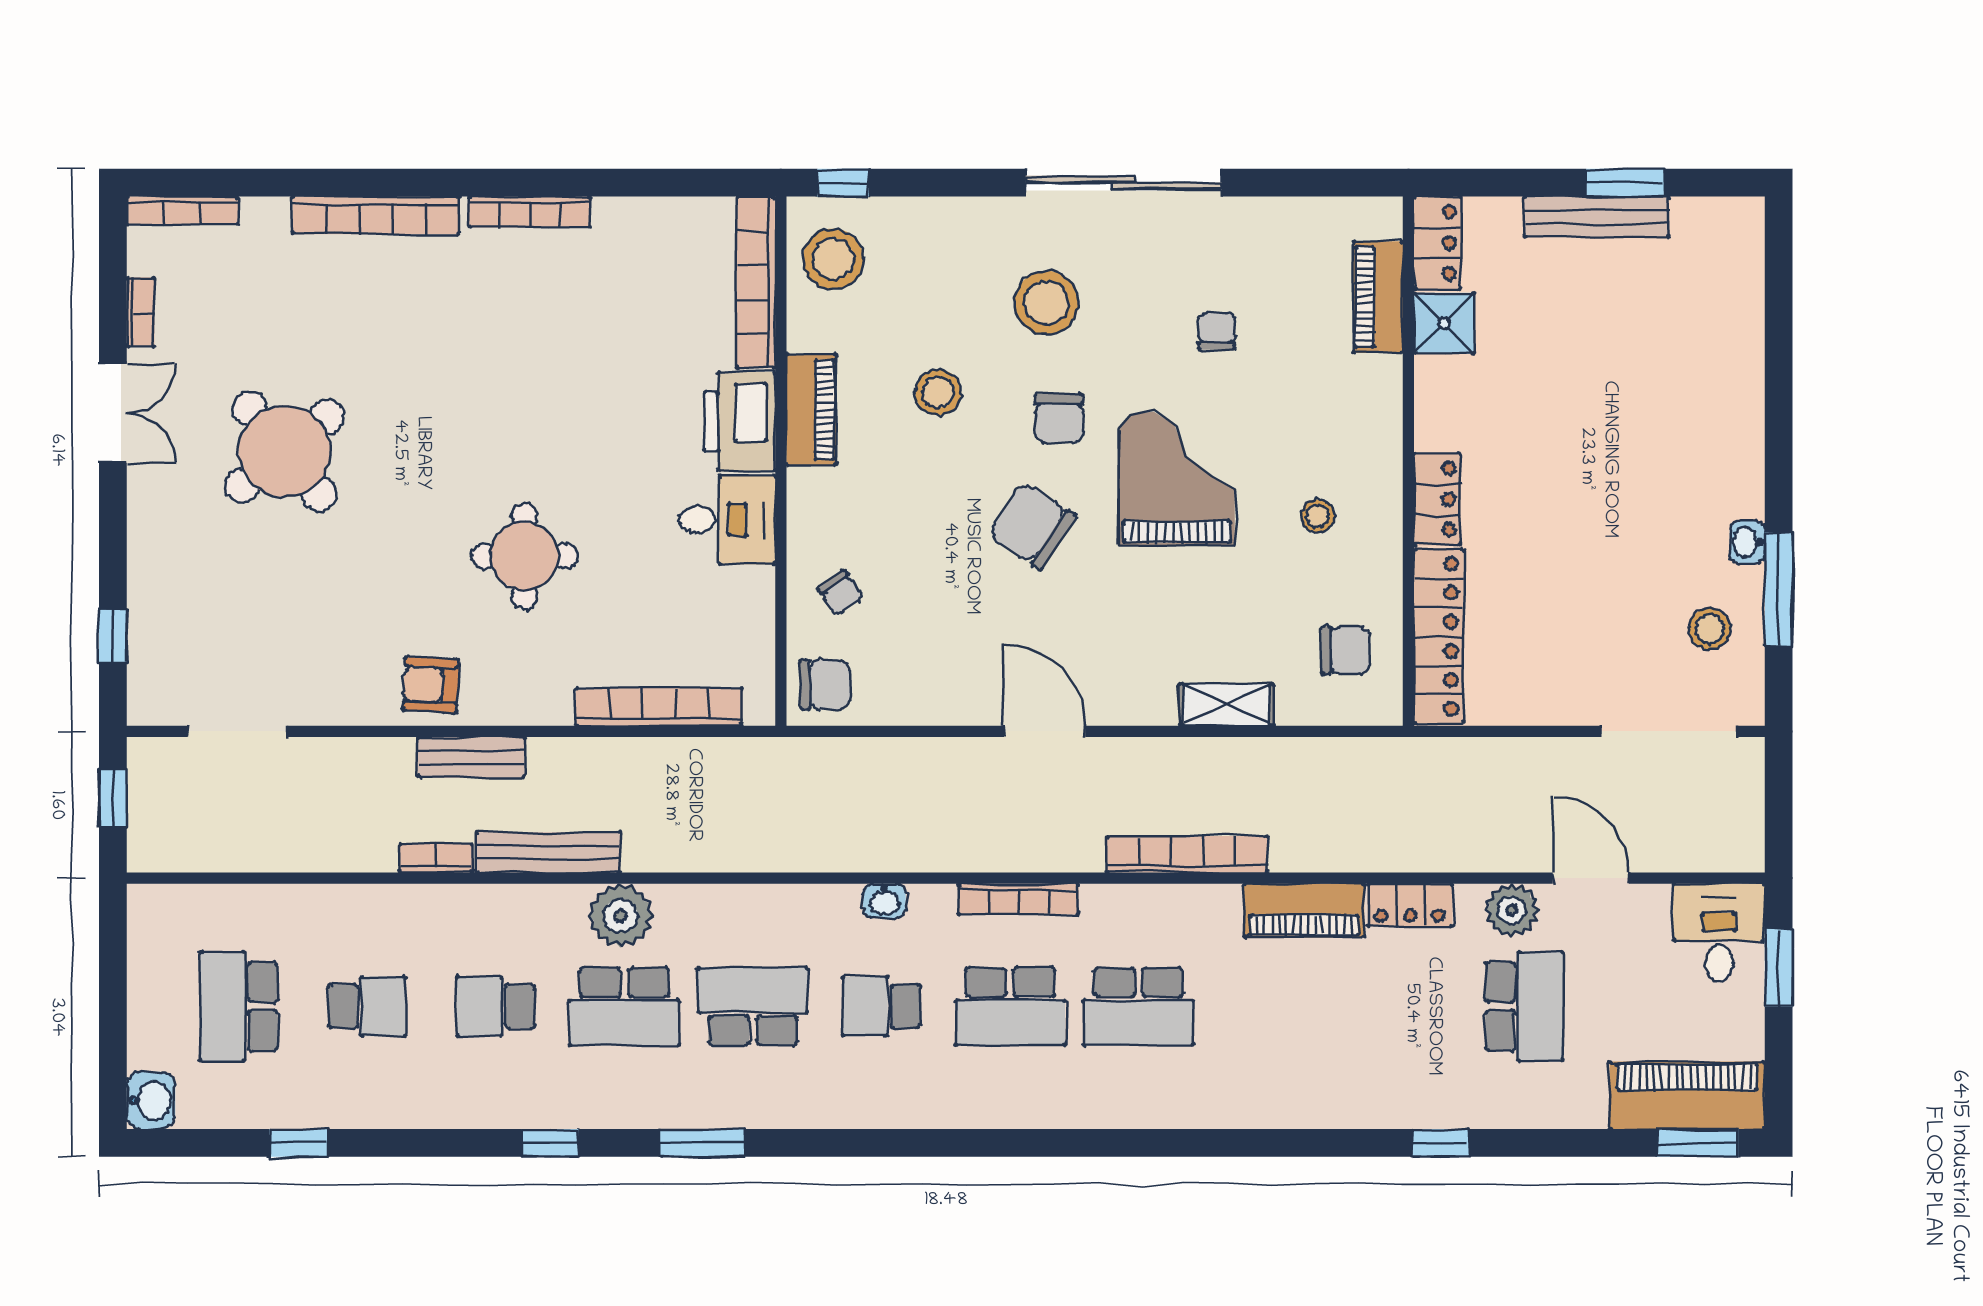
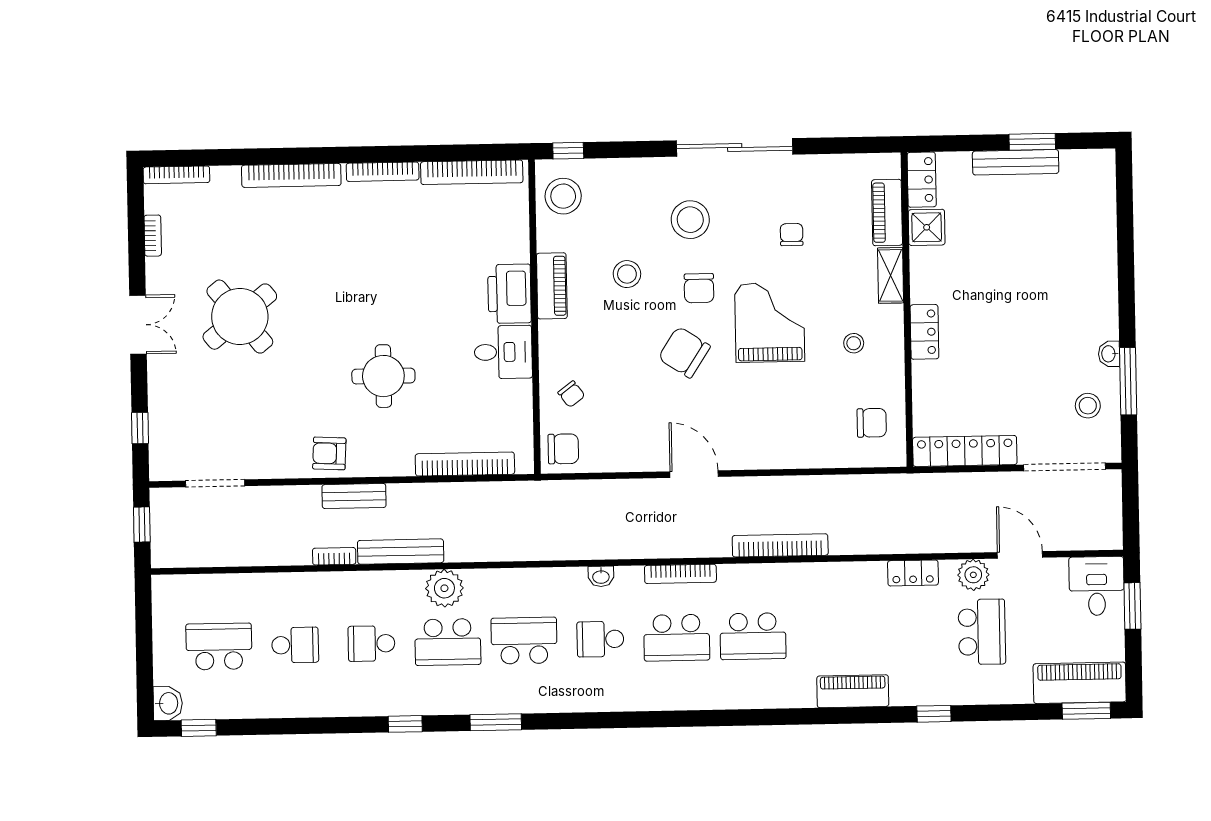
bookcase: (756, 282) -> (472, 172), moved, turned -90
double door: (113, 413) -> (138, 325), moved
locker: (1439, 636) -> (965, 451), moved, turned -90
shelving: (1227, 705) -> (891, 275), moved, turned 90
piano: (1304, 910) -> (853, 691), moved, turned 180
school desk: (239, 1006) -> (219, 646), turned 90
window: (298, 1143) -> (199, 728), moved

